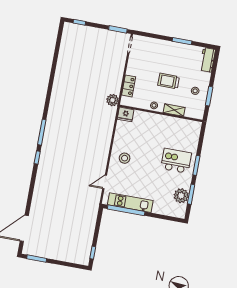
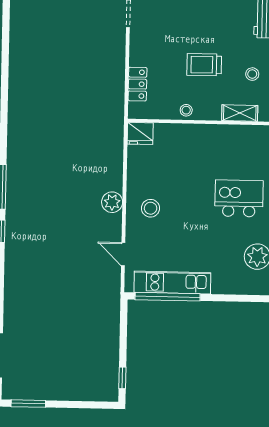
plant: (113, 100) -> (112, 202), moved
shelving: (174, 110) -> (240, 113), moved
door: (105, 182) -> (123, 254), hinge flipped

